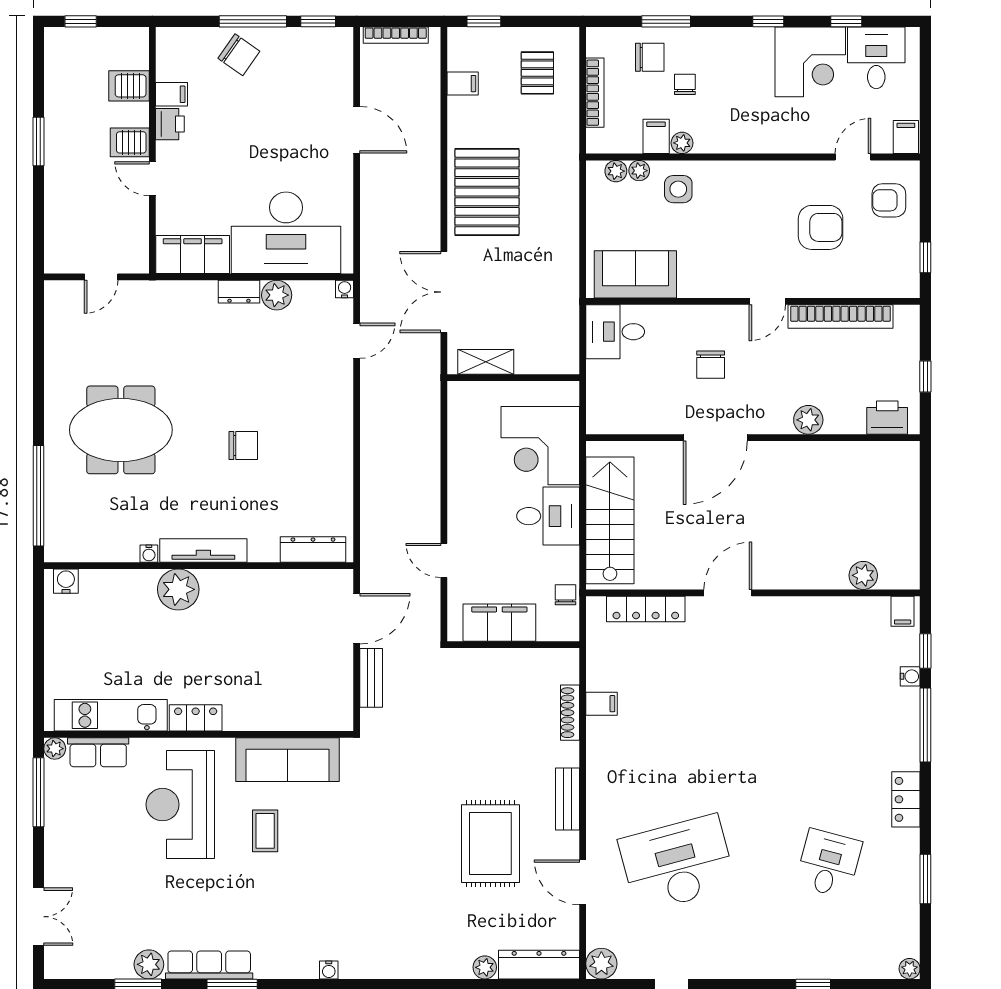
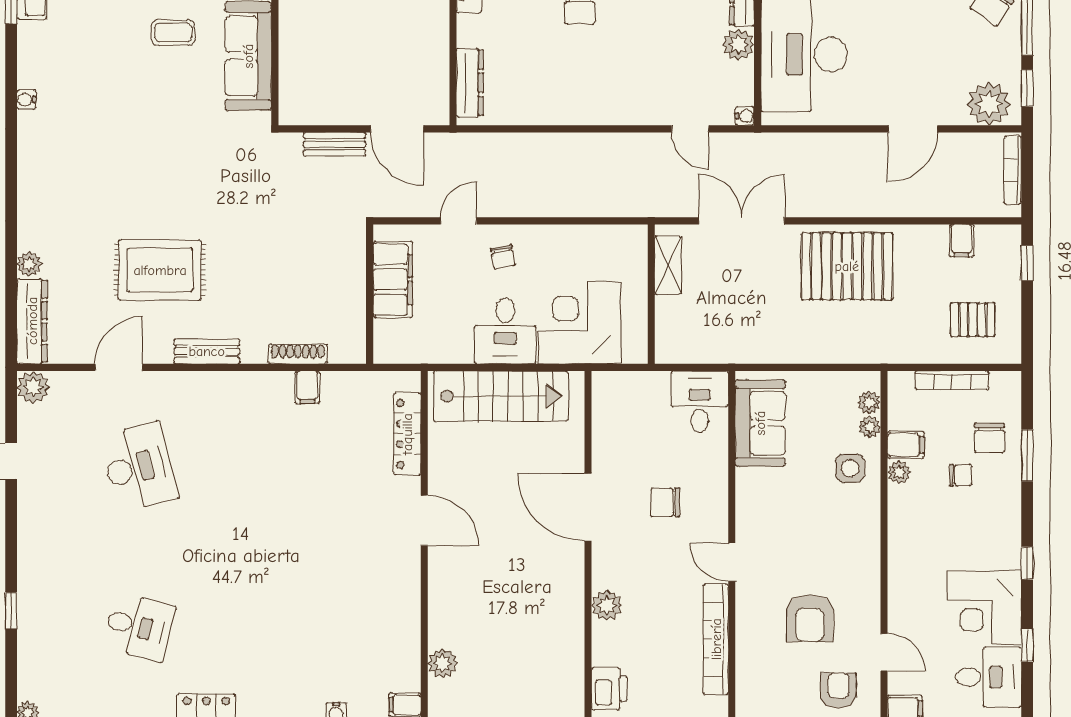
plant: (333, 58) -> (989, 104), added
chair: (566, 595) -> (503, 257), moved, turned 80
desk: (677, 863) -> (139, 467), width x0.73, depth x0.77

